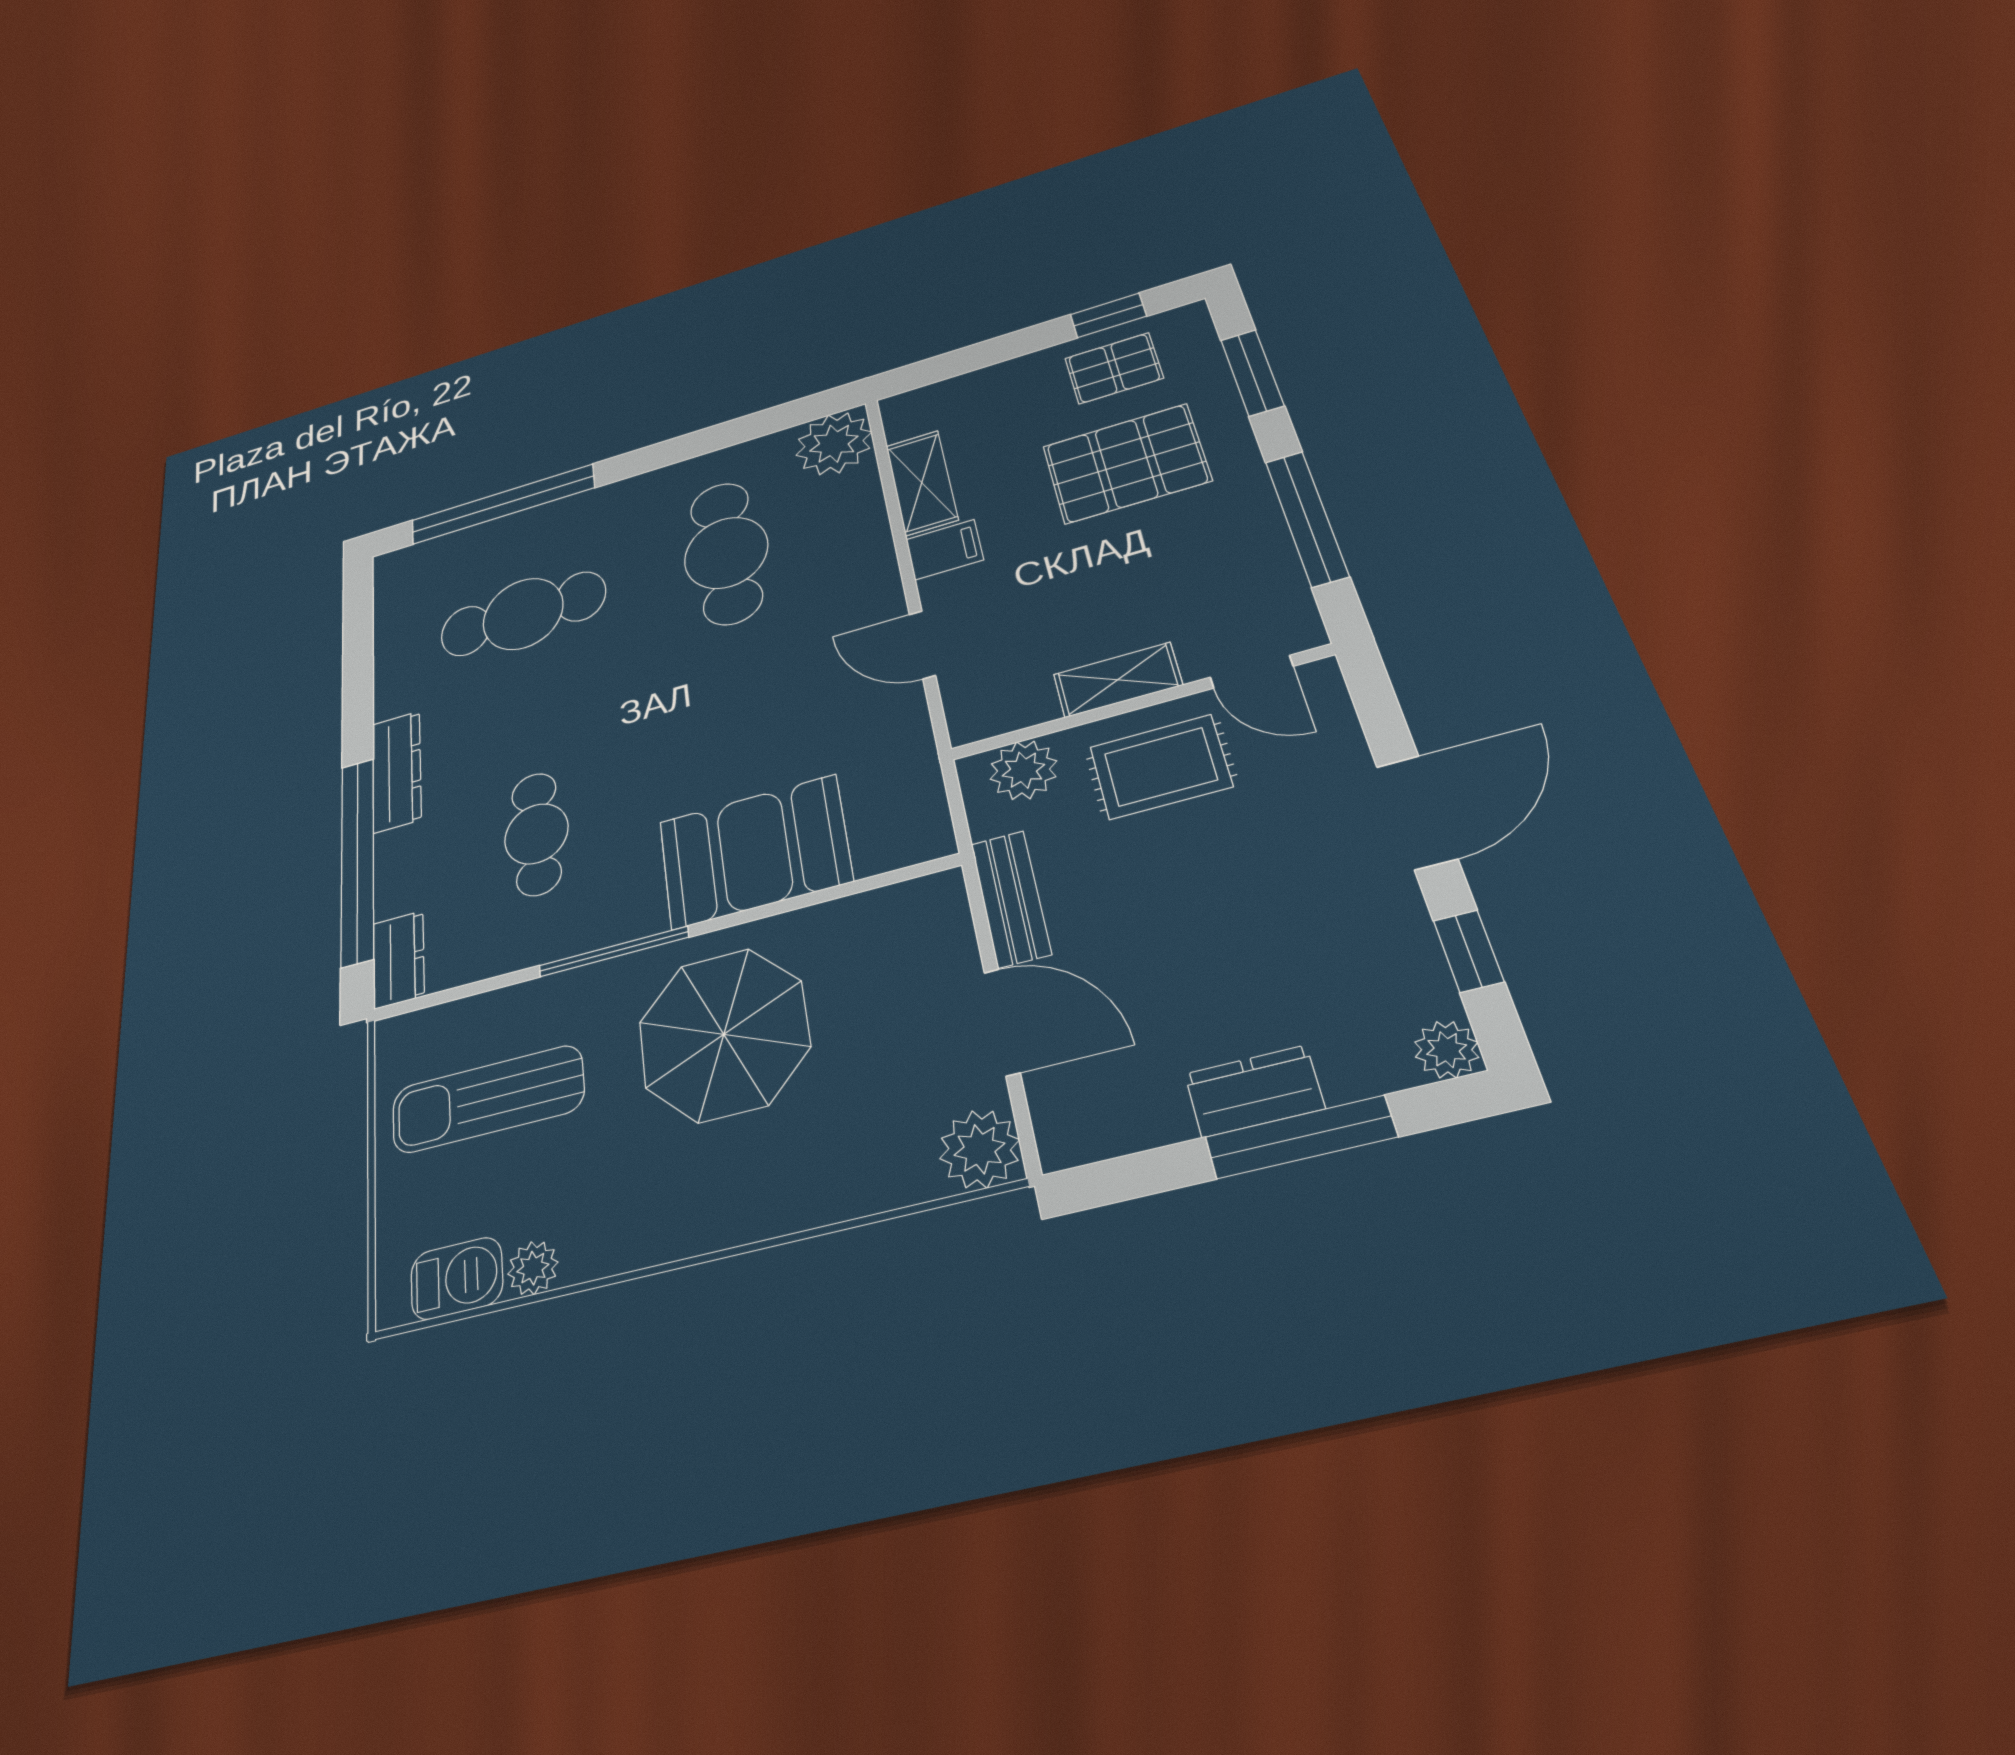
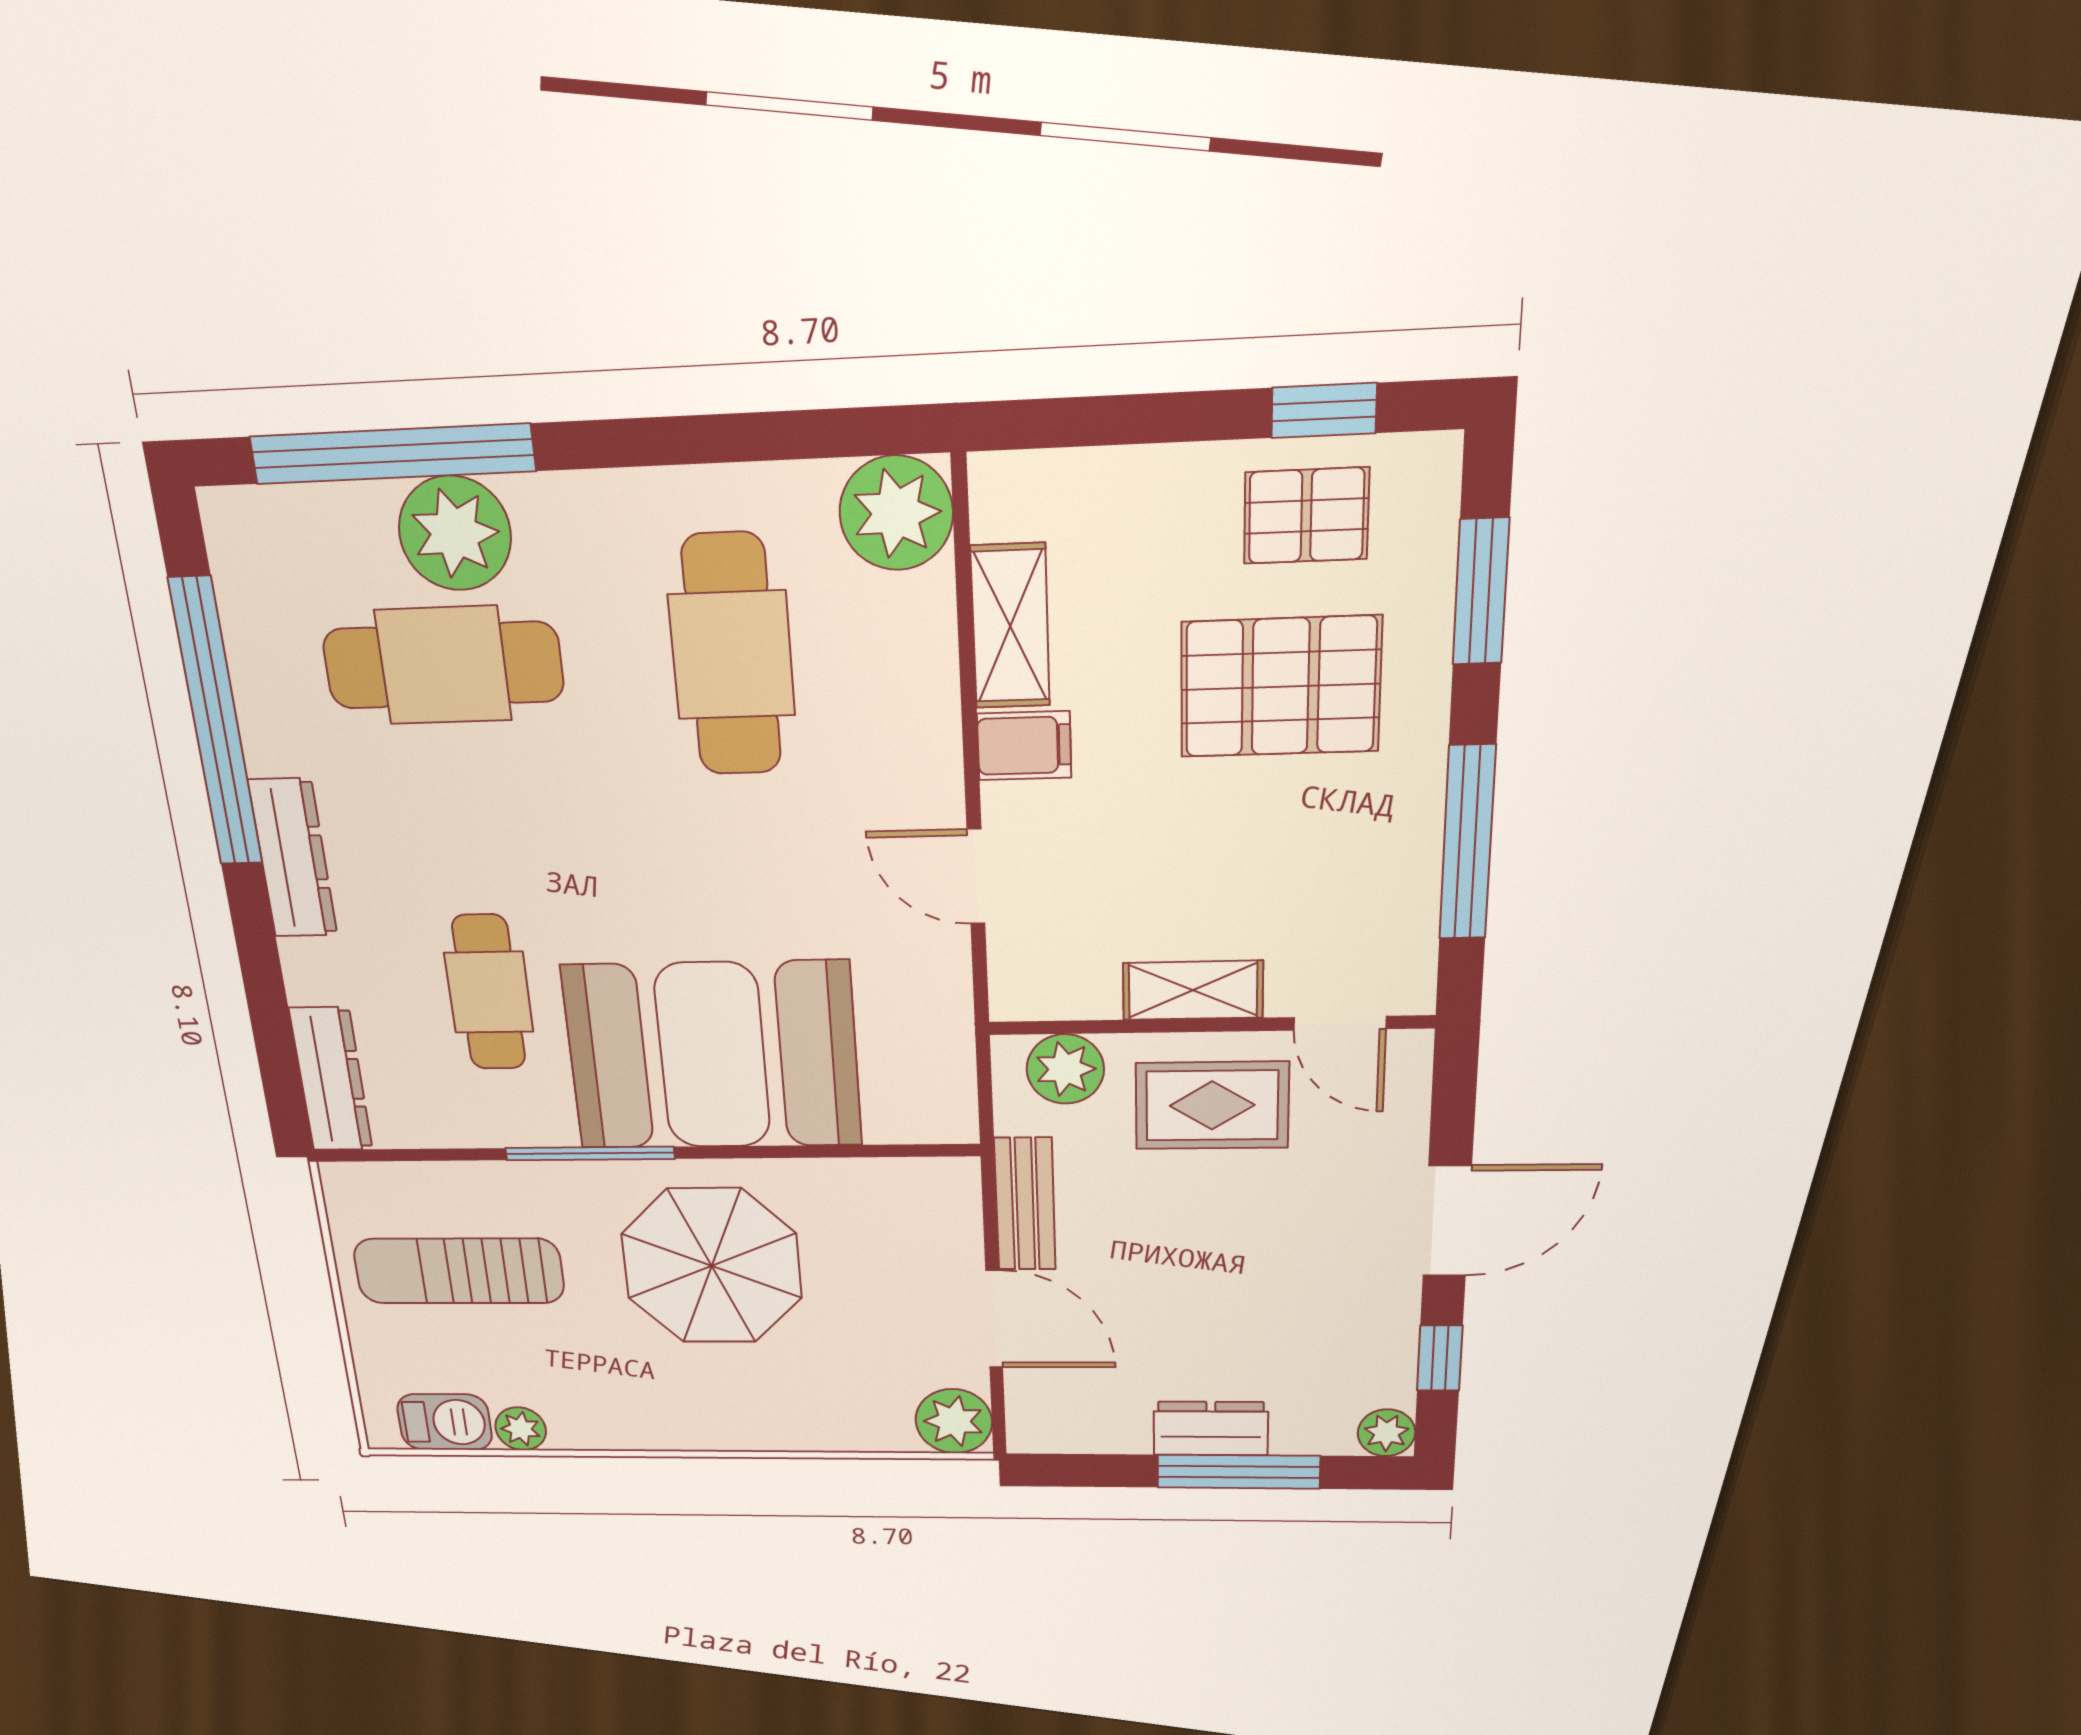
plant: (539, 535) -> (455, 533), added
booth: (755, 851) -> (712, 1056), width x1.36, depth x1.42
window: (357, 860) -> (216, 723), moved
dresser: (399, 960) -> (331, 1079), width x1.44

